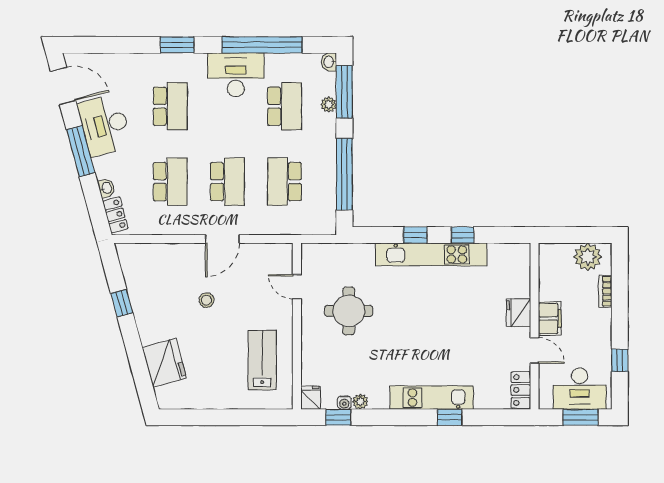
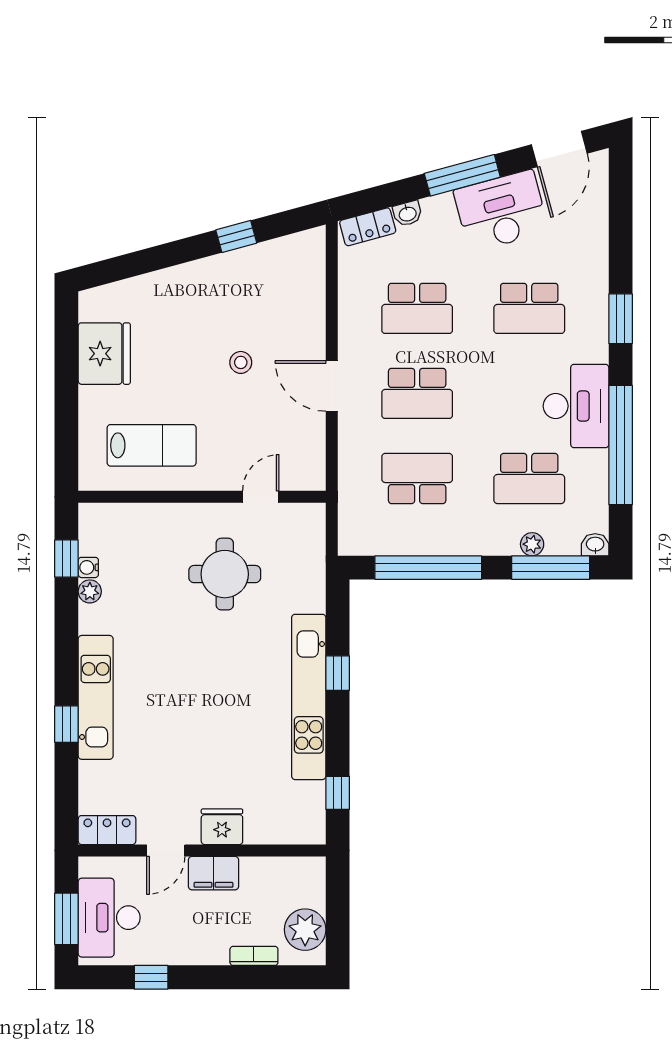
window: (463, 235) -> (338, 793), moved
fridge: (164, 363) -> (104, 354), moved, turned -75
fridge: (311, 398) -> (95, 517), removed

